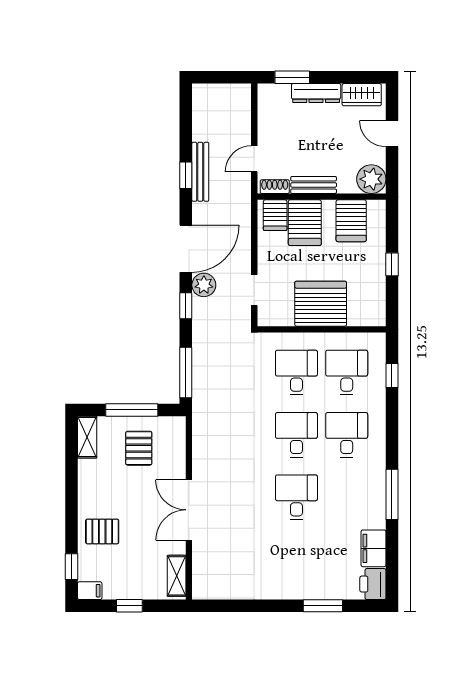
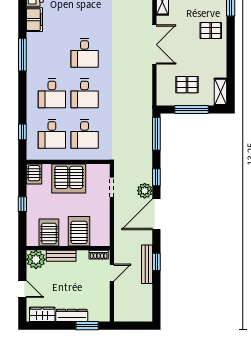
bench: (314, 185) -> (61, 256), moved
server rack: (275, 215) -> (34, 174), moved, turned 180
pallet: (139, 448) -> (187, 85), turned 90

